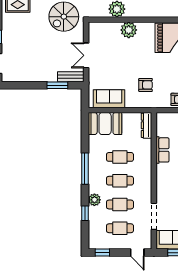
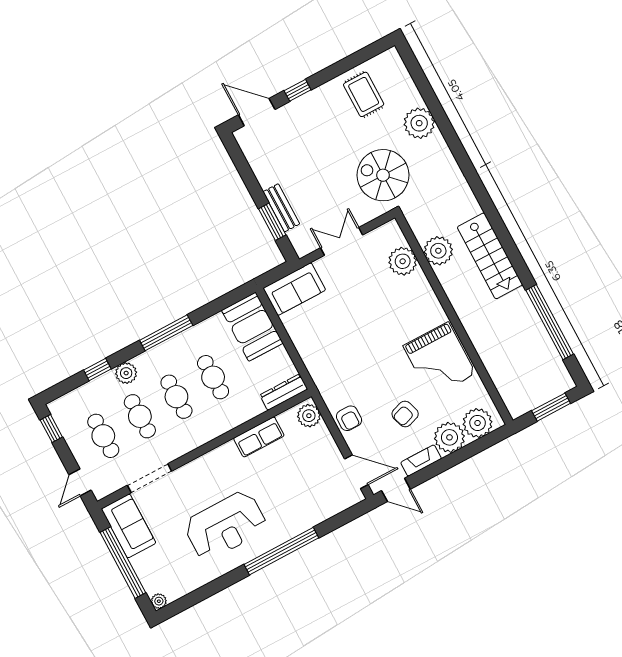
plant: (129, 30) -> (403, 261), moved
bench: (71, 77) -> (281, 208), moved
armchair: (146, 85) -> (345, 357), removed
sofa: (109, 99) -> (294, 289), moved, turned 90
plant: (165, 119) -> (309, 416), added

